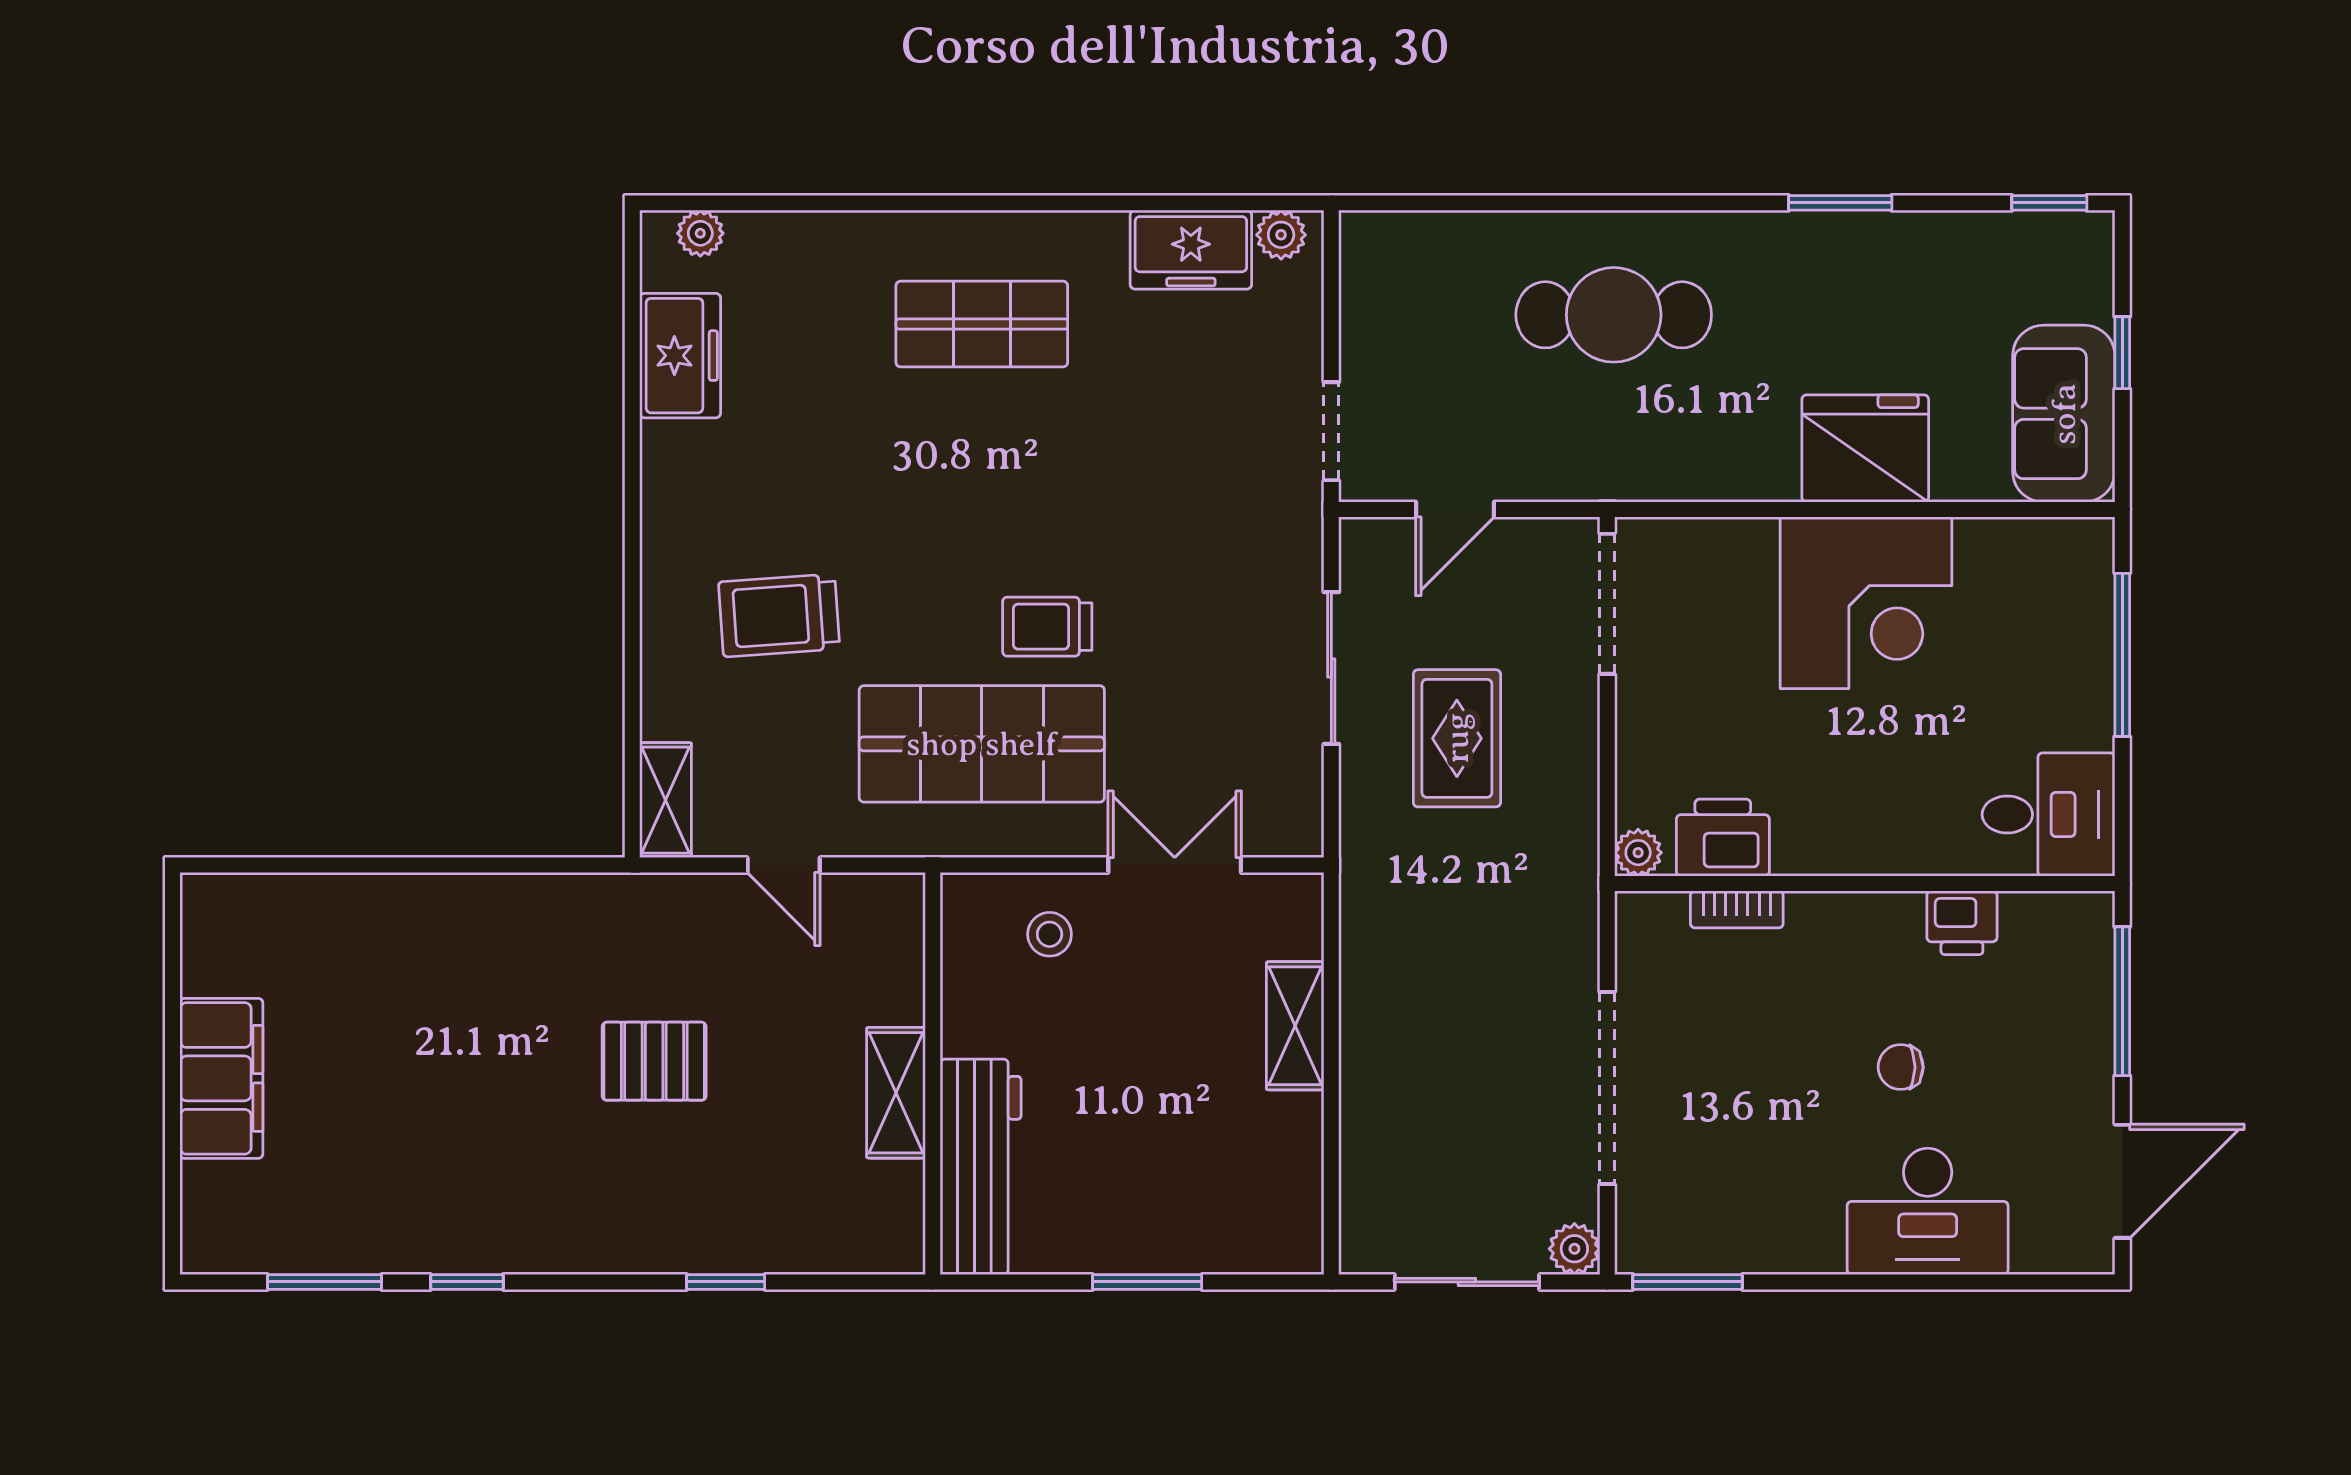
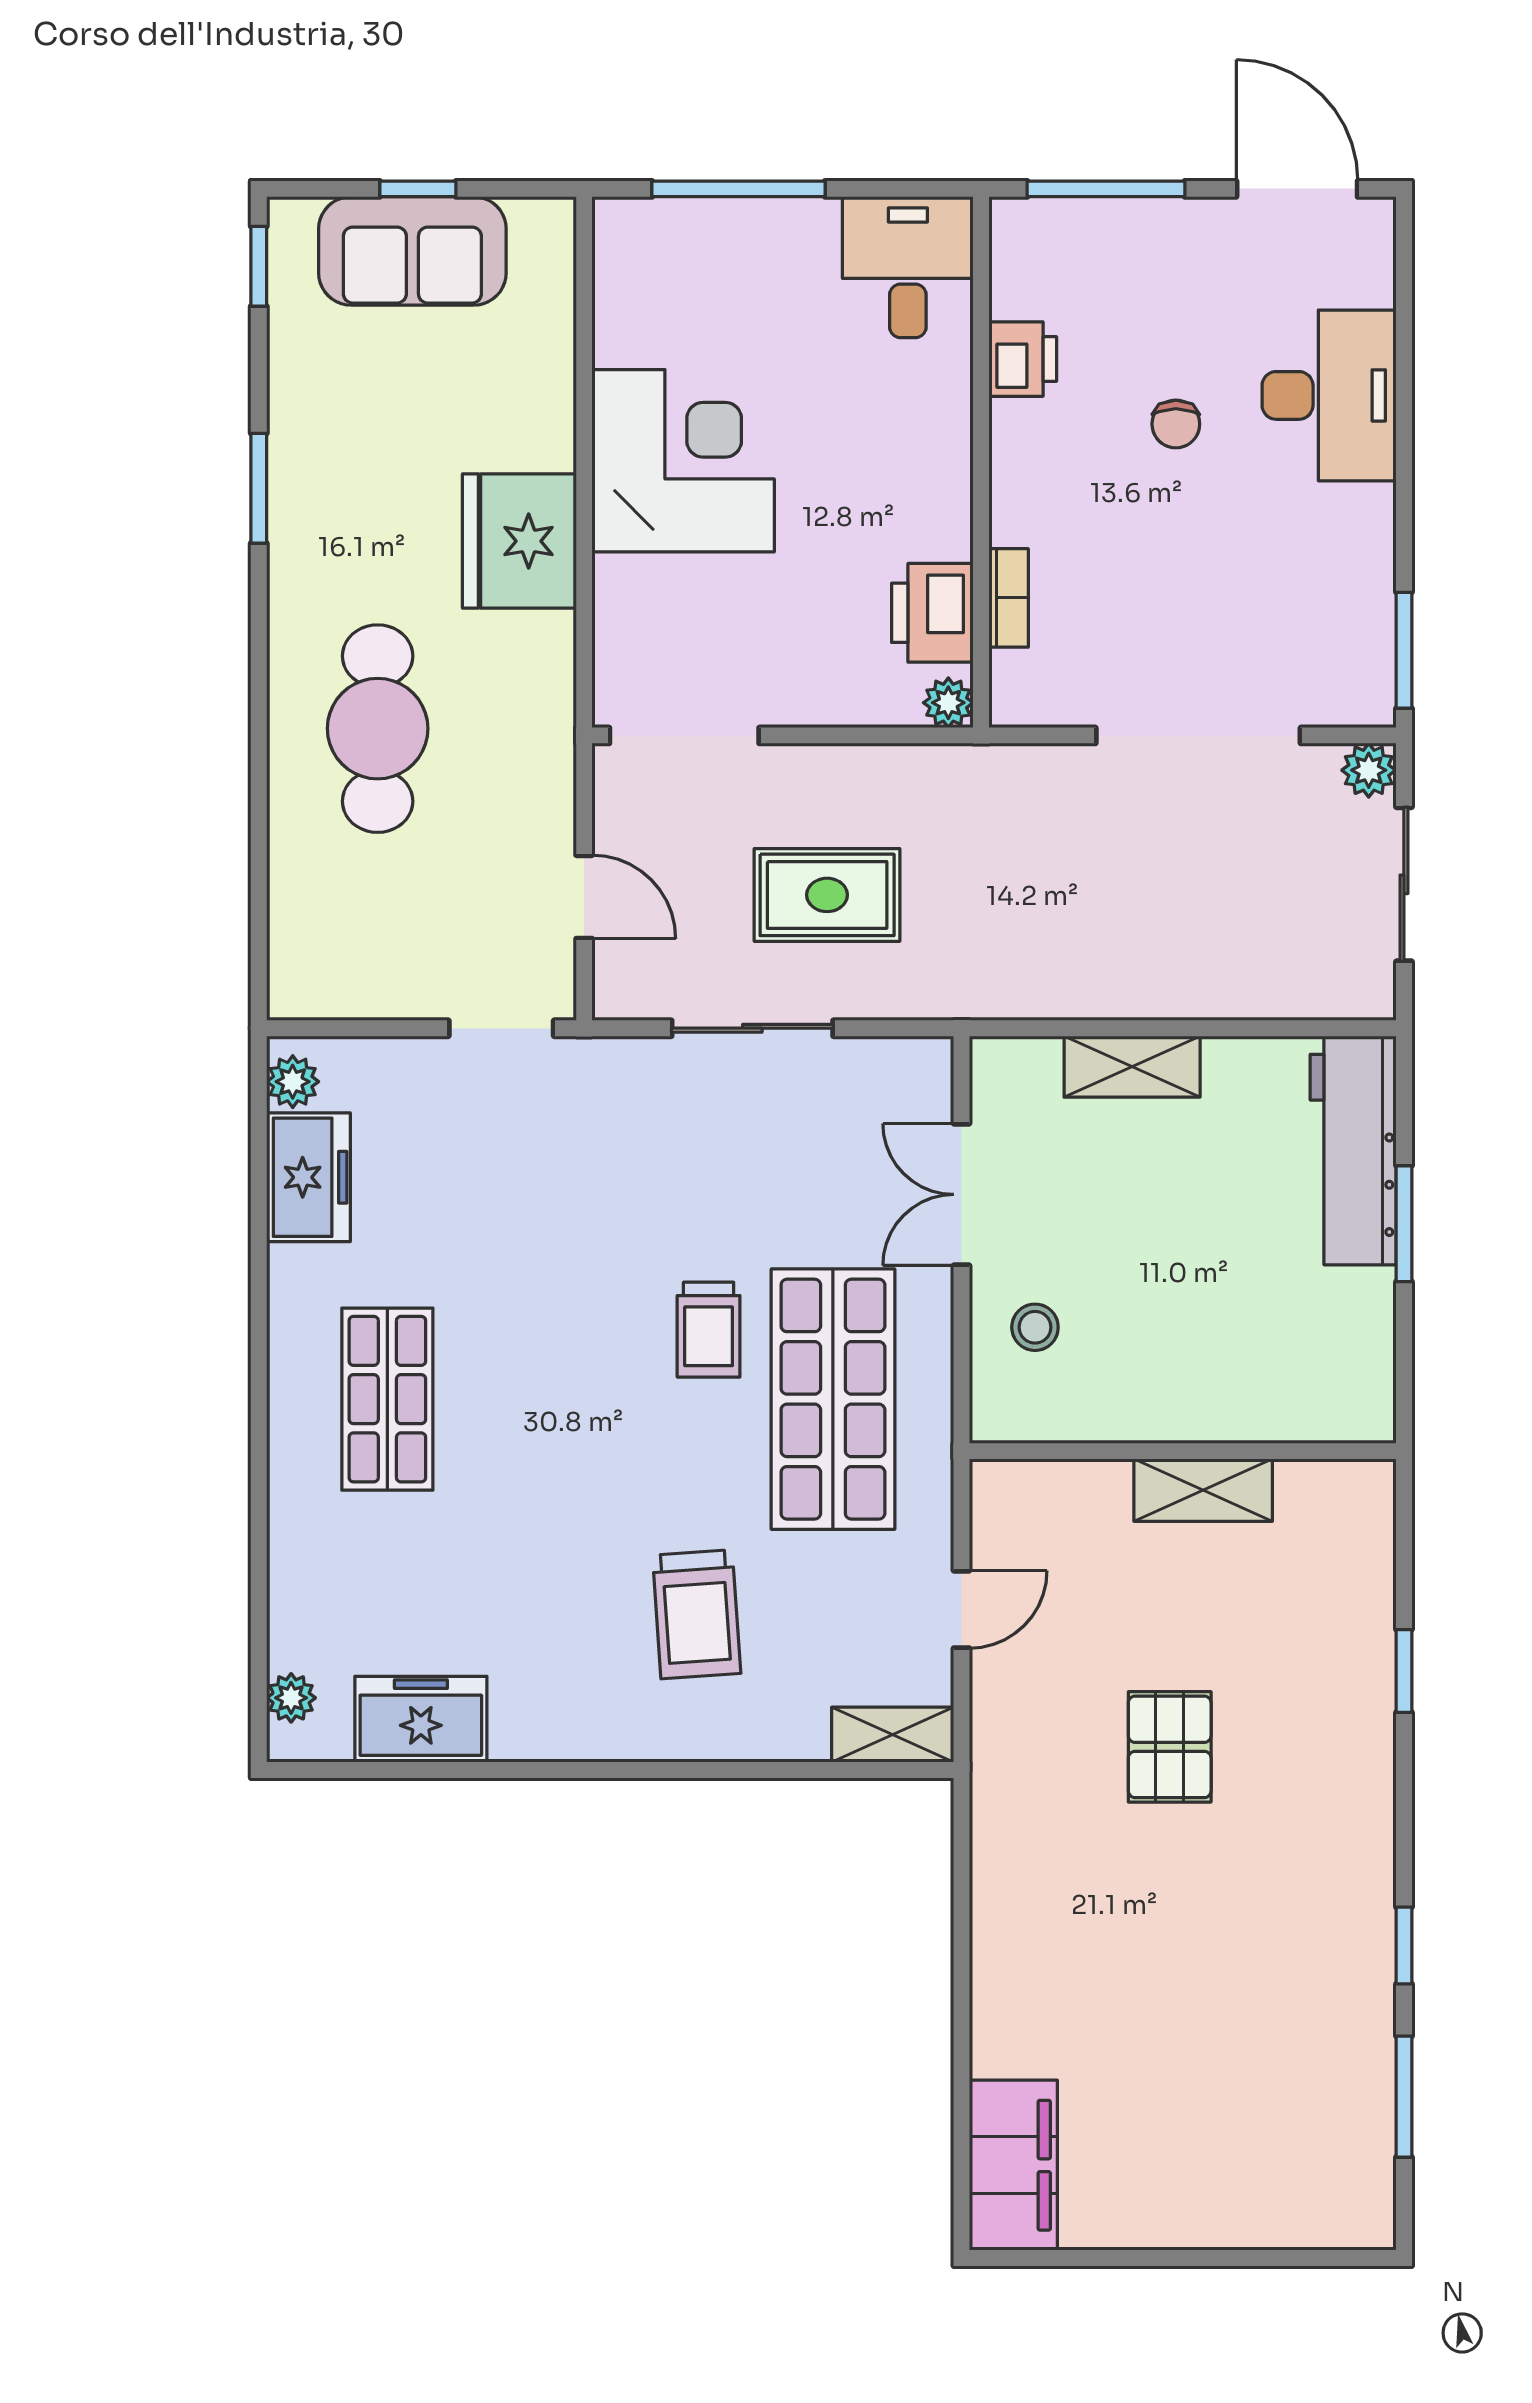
sofa: (2064, 414) -> (412, 251), moved
fridge: (1865, 448) -> (519, 541), moved
filing cabinet: (221, 1078) -> (1013, 2165), moved, turned 90
workbench: (981, 1167) -> (1353, 1150), moved, turned -90

